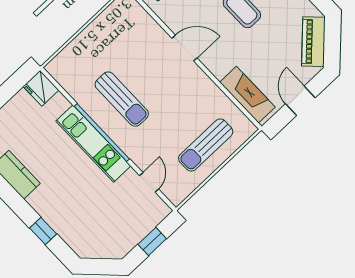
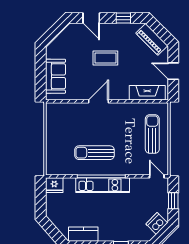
sun lounger: (122, 99) -> (94, 153), turned 180
sun lounger: (206, 145) -> (152, 134), turned 180
door: (149, 182) -> (157, 176), moved
dishwasher: (108, 247) -> (157, 223), added

